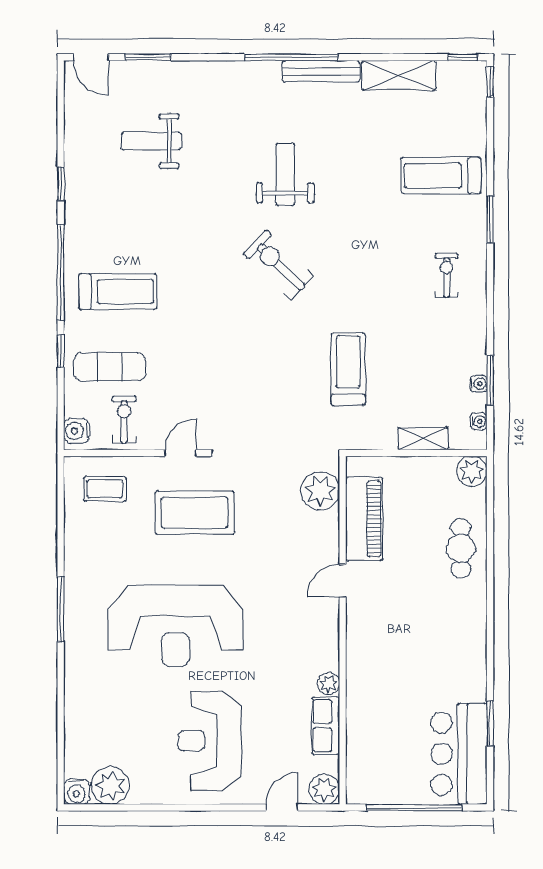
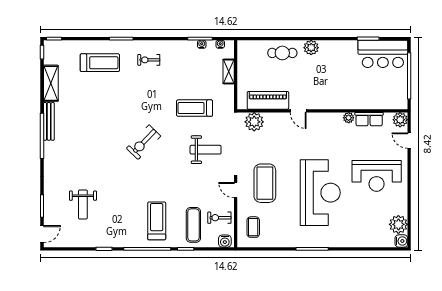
weight bench: (285, 174) -> (206, 150), moved, turned 180
treadmill: (441, 176) -> (100, 63), turned -90
plant: (472, 471) -> (311, 48), moved

